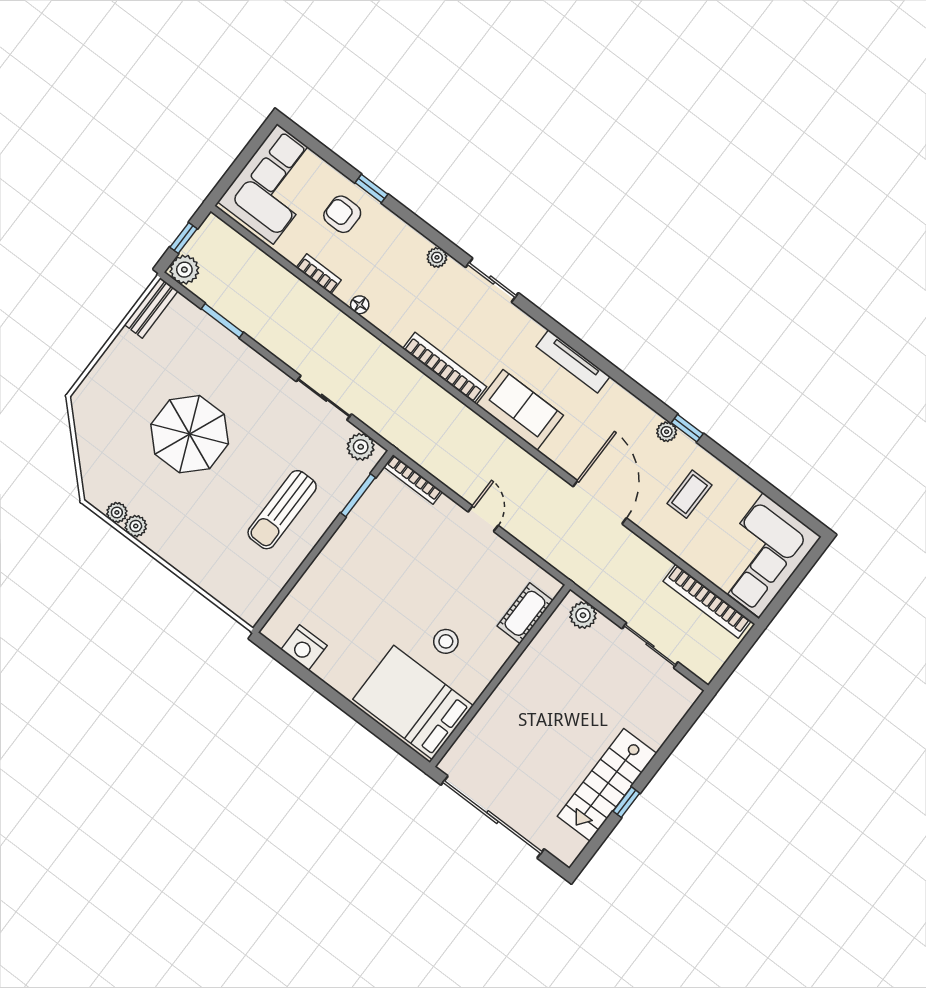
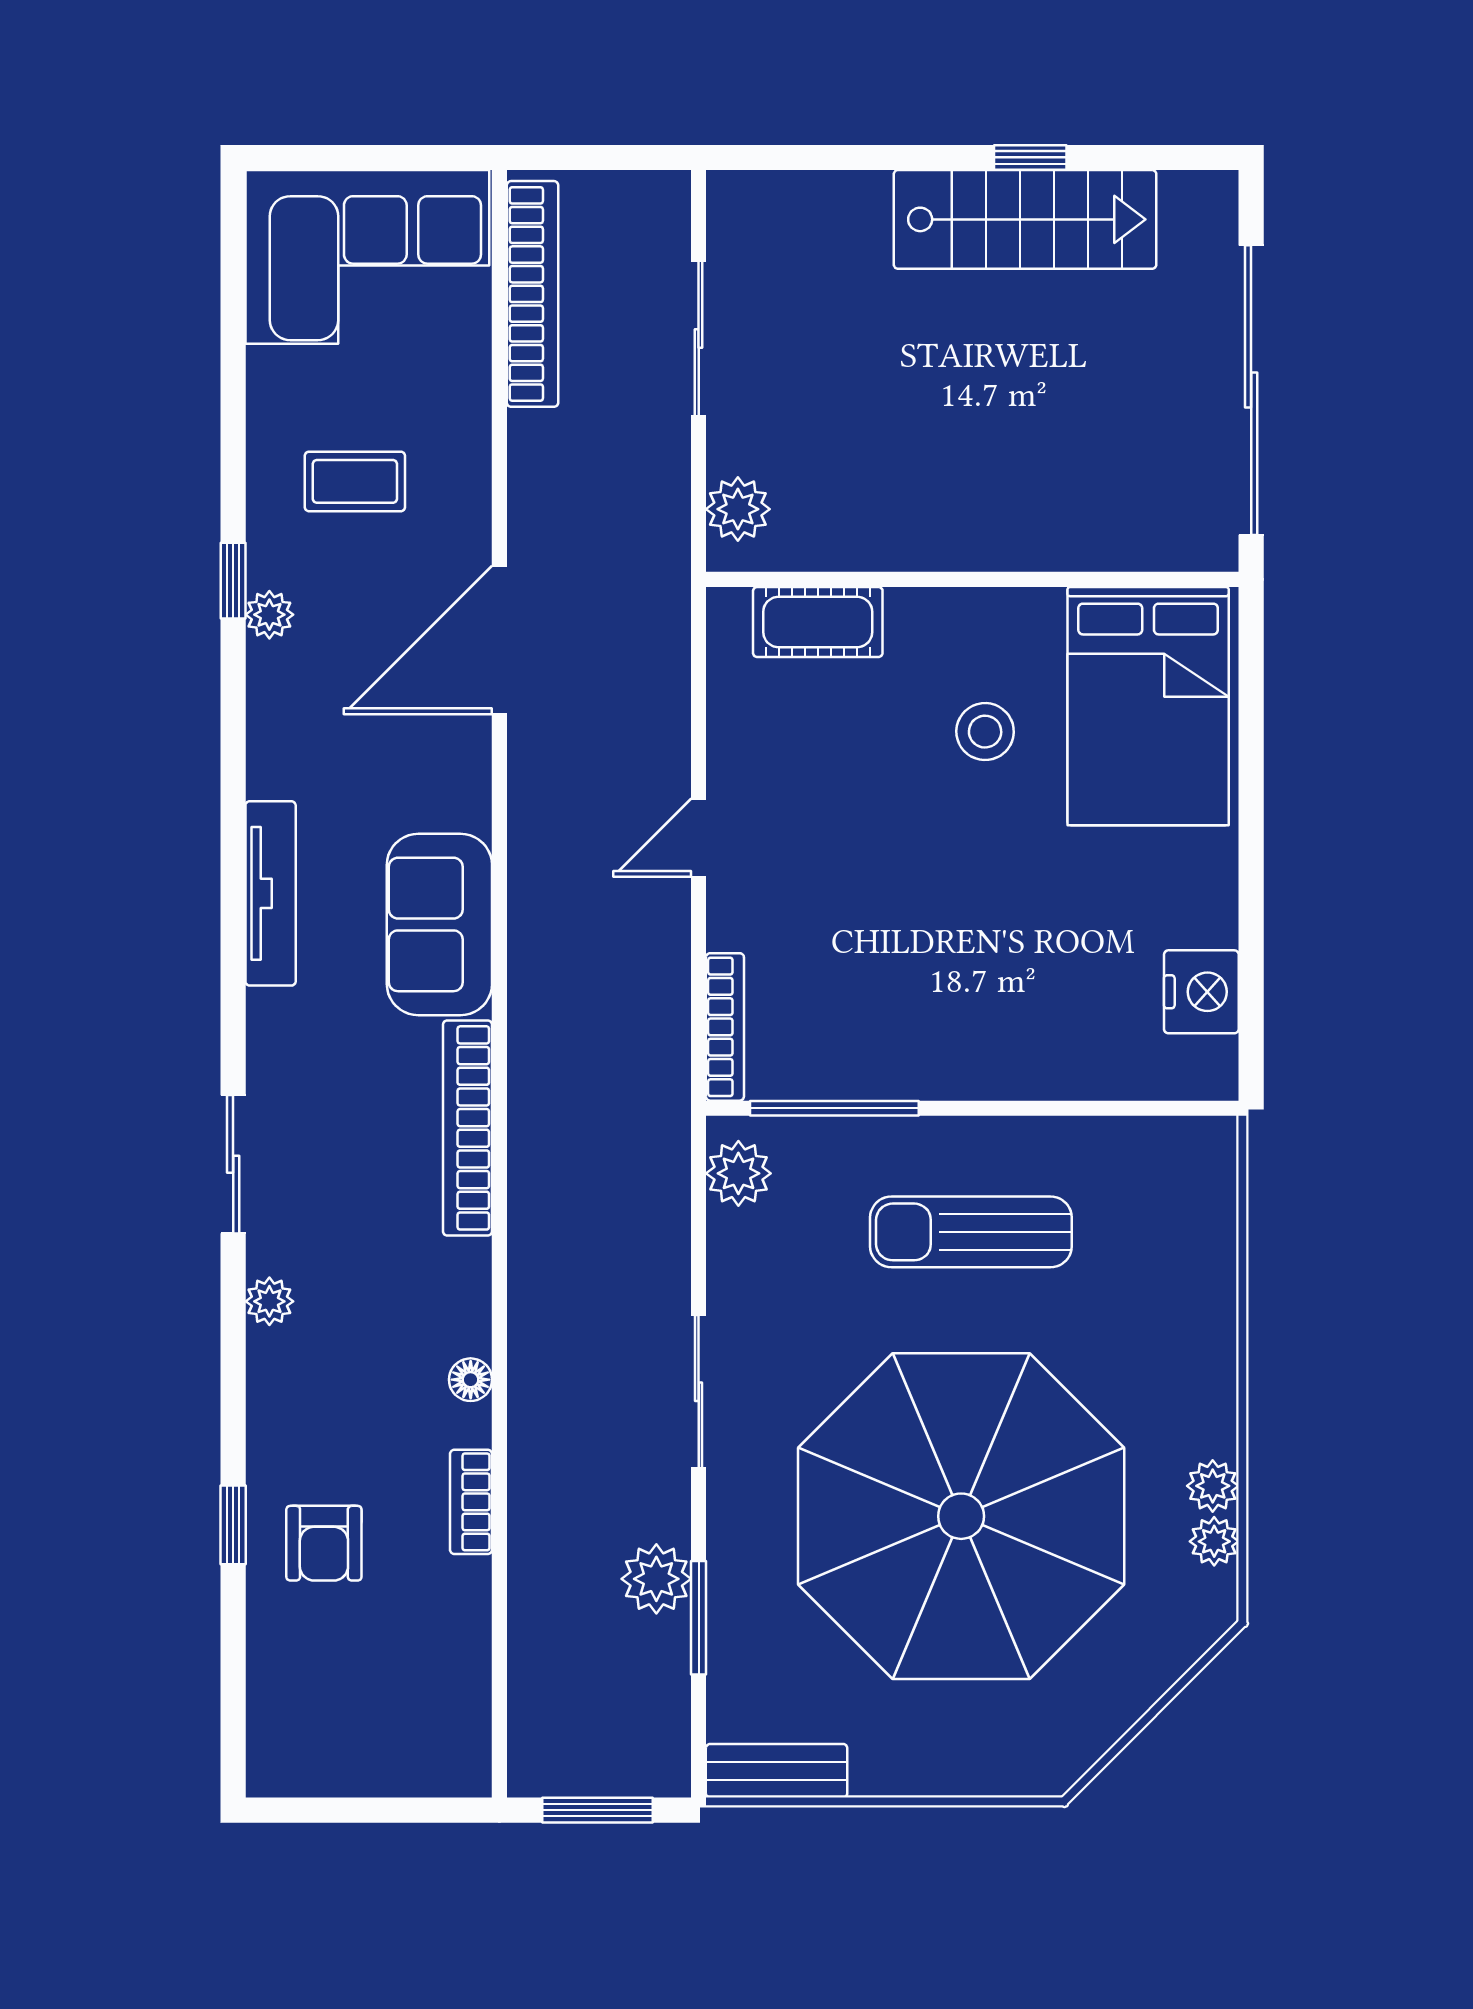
corner sofa: (275, 184) -> (363, 1714), removed
window: (184, 238) -> (597, 1810), width x1.50
plant: (184, 270) -> (656, 1579), moved
sliding door: (324, 398) -> (699, 1392), moved
parasol: (190, 434) -> (961, 1516), width x1.86, depth x1.86
window: (358, 495) -> (834, 1108), width x1.44
sun lounger: (282, 510) -> (971, 1232), turned 180

